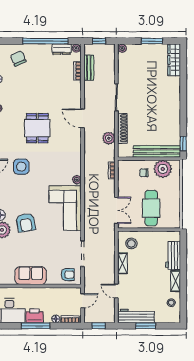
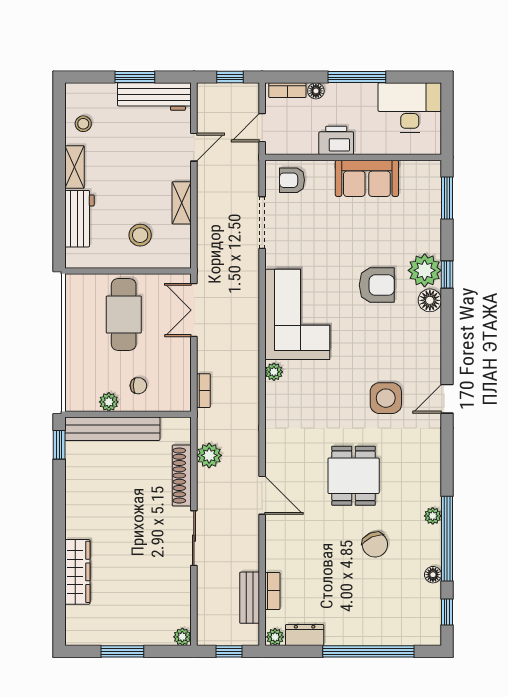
window: (45, 41) -> (368, 651), moved
chair: (18, 58) -> (375, 545), moved
wardrobe: (174, 60) -> (77, 572), moved
plant: (163, 169) -> (109, 402), width x0.53, depth x0.53
armchair: (26, 223) -> (377, 285), turned 99
stool: (131, 243) -> (140, 235), moved
door: (116, 291) -> (194, 147), hinge flipped
printer: (35, 316) -> (336, 140), moved, turned 180

